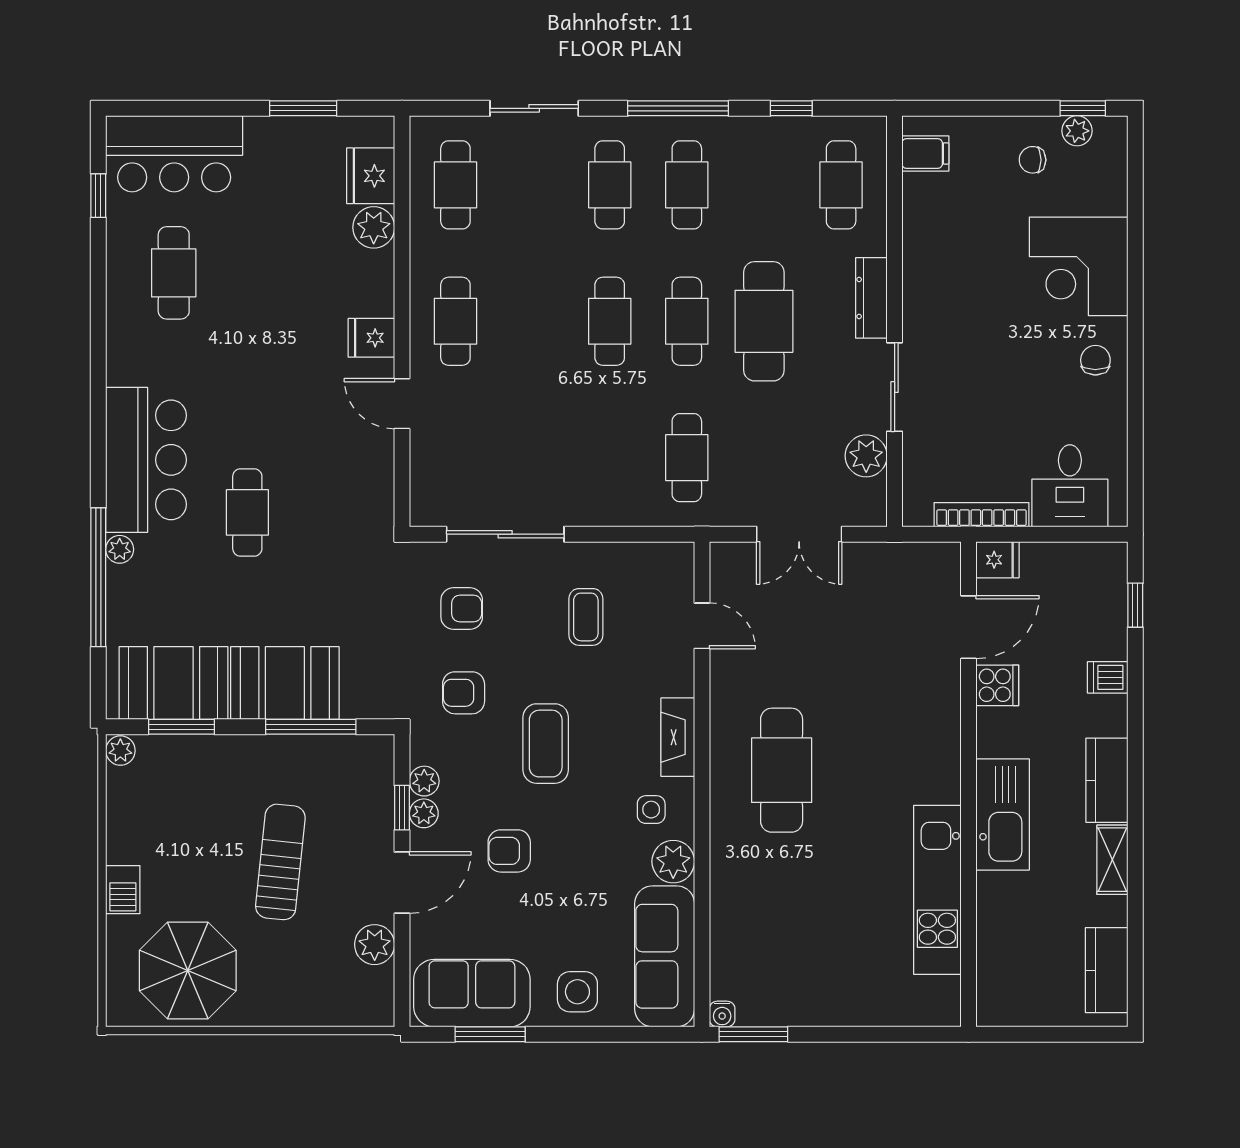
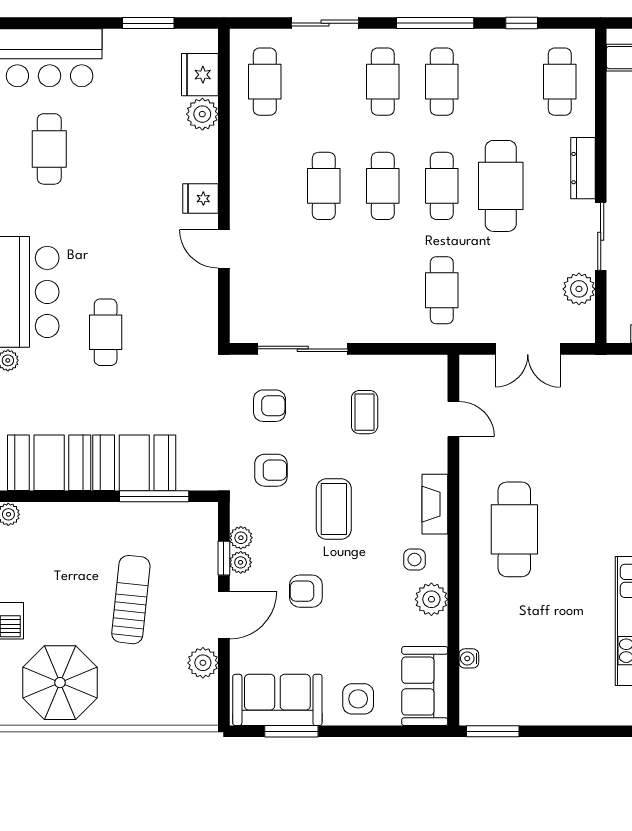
cafe table: (455, 321) -> (324, 186), moved
armchair: (464, 693) -> (271, 470), turned 180
window: (181, 727) -> (55, 496), removed
sofa: (665, 956) -> (425, 686), width x0.73
water cooler: (722, 1014) -> (469, 658), moved, turned 90

